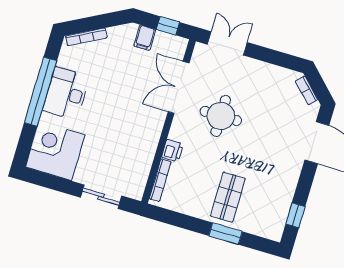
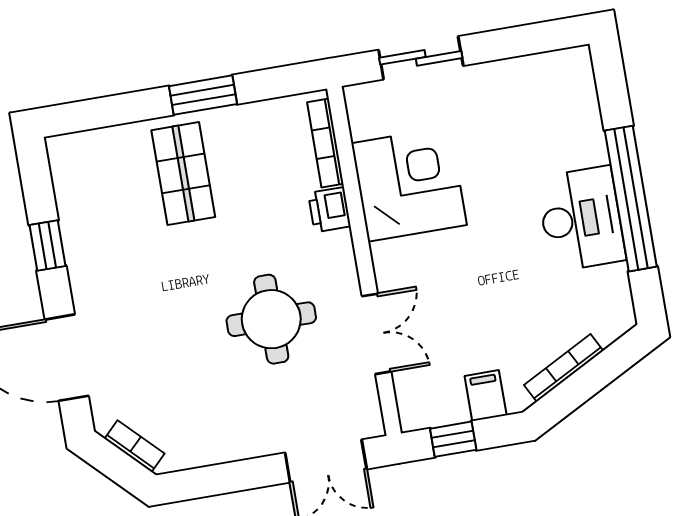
bookcase: (86, 37) -> (564, 368), moved
double door: (179, 87) -> (377, 334), width x0.73
corner desk: (55, 151) -> (409, 184), moved, turned -90
window: (295, 215) -> (48, 246), moved
window: (225, 234) -> (203, 95), moved

